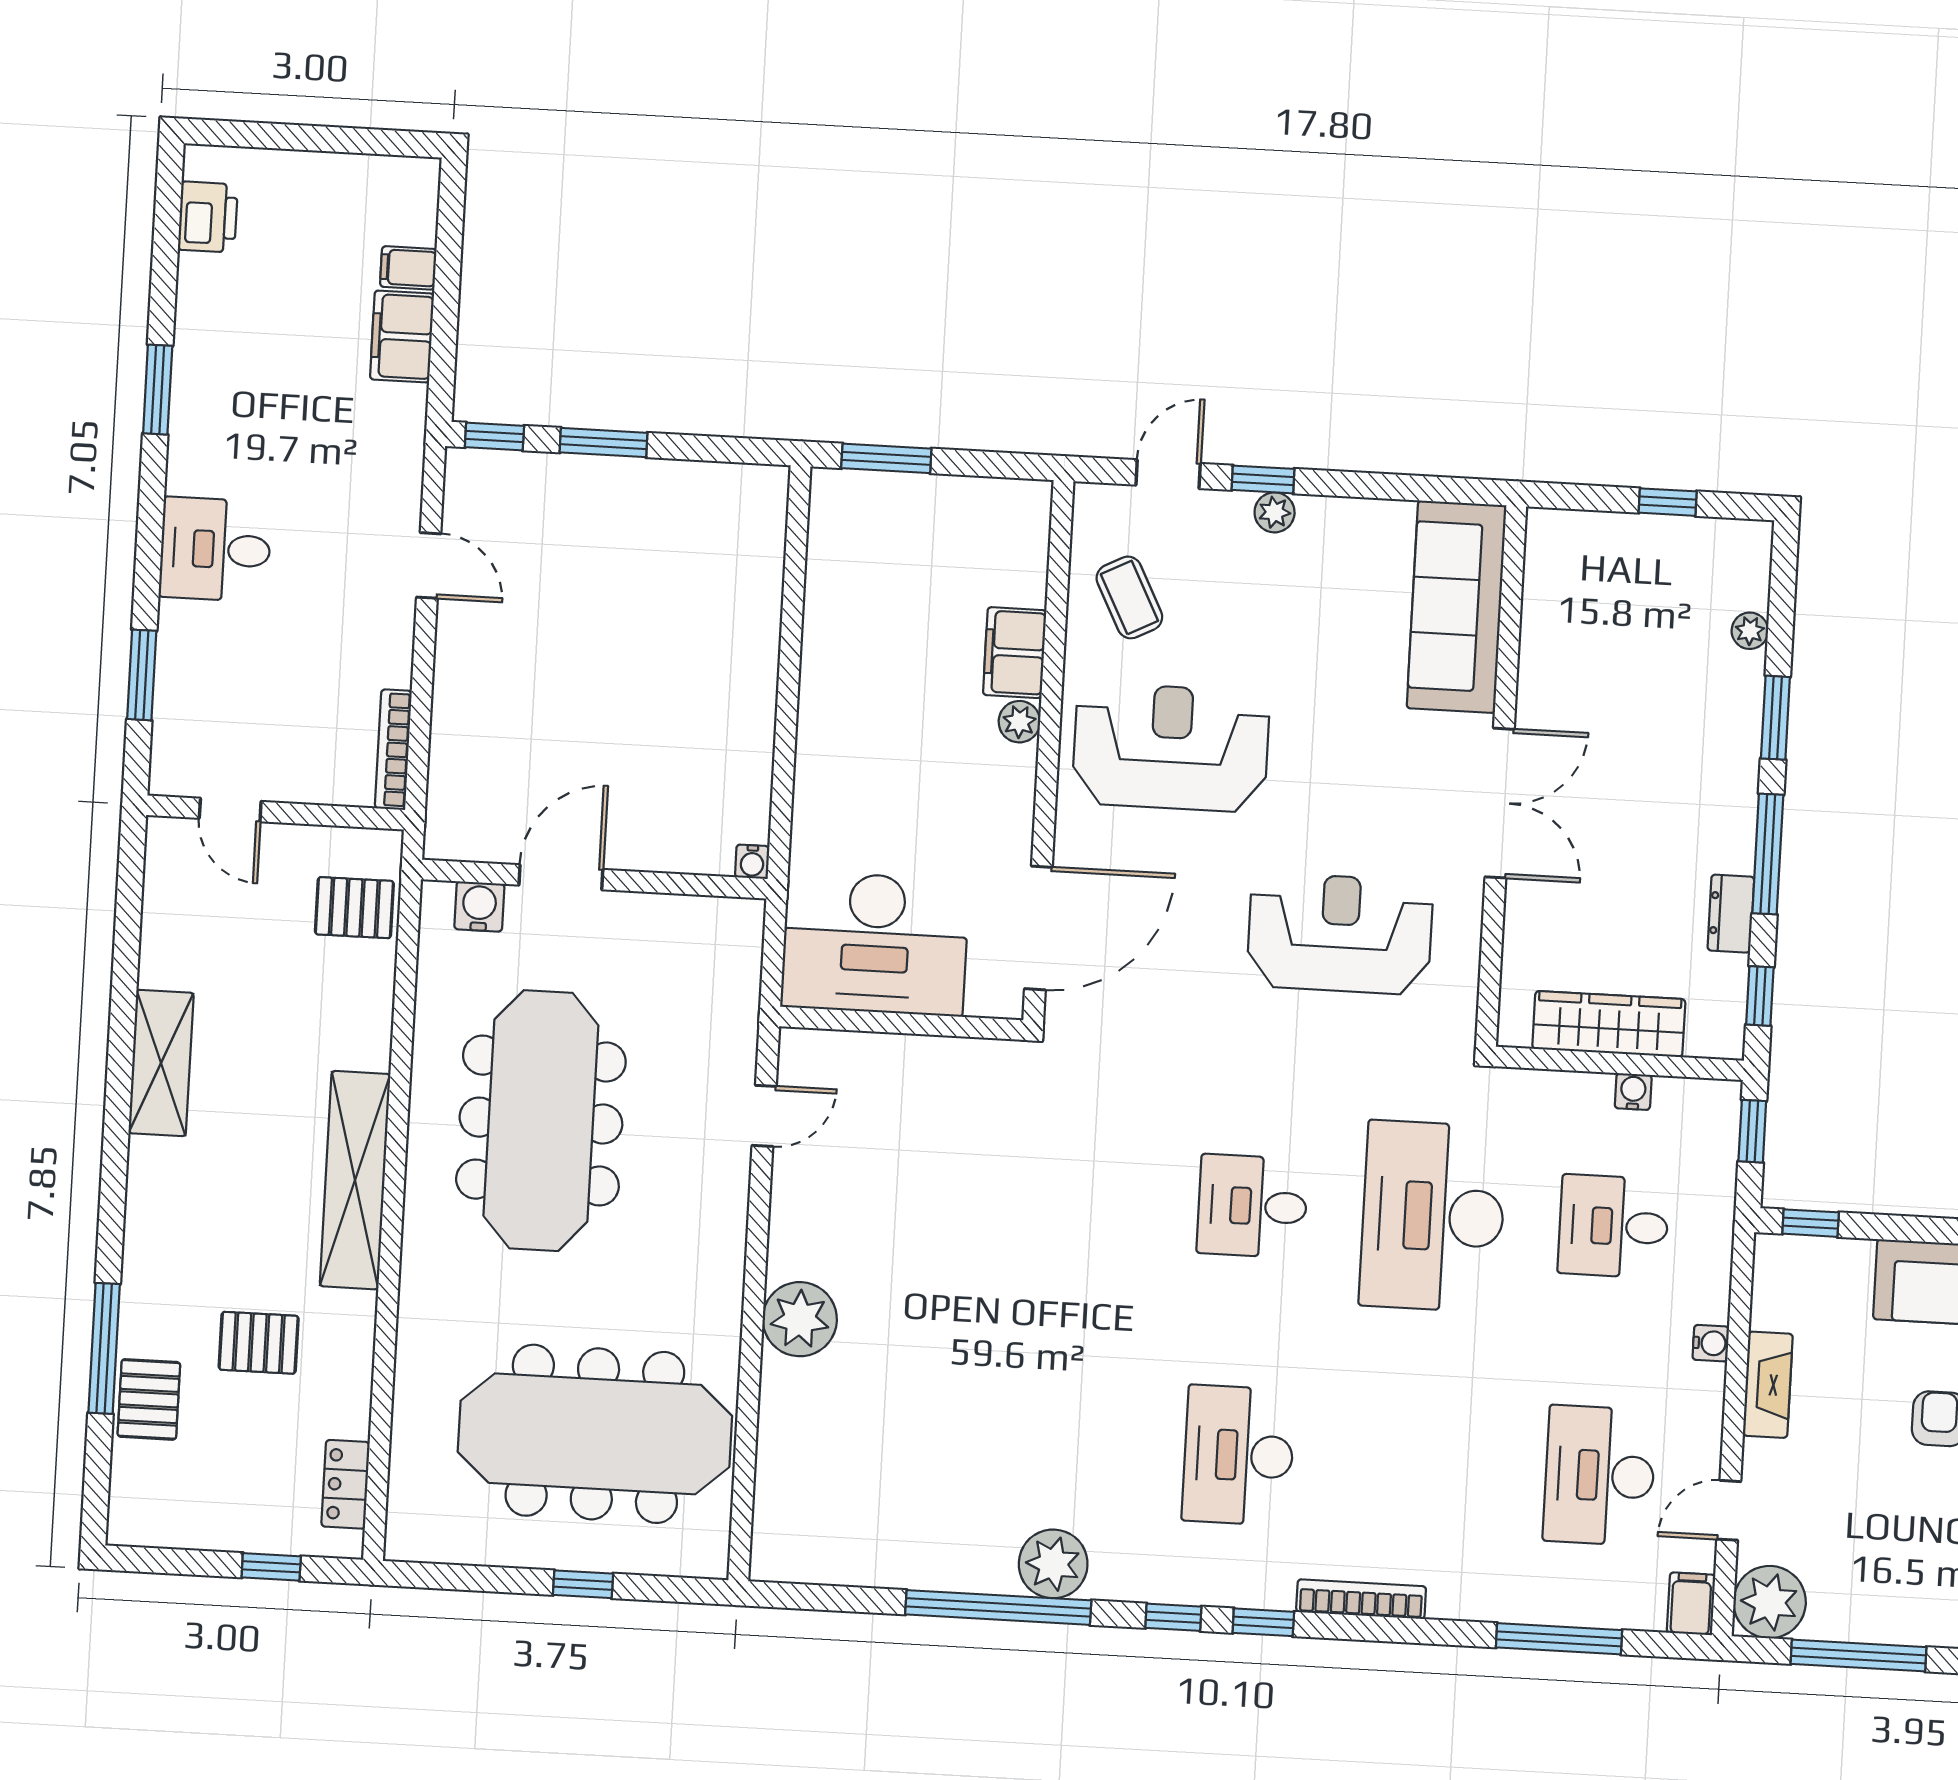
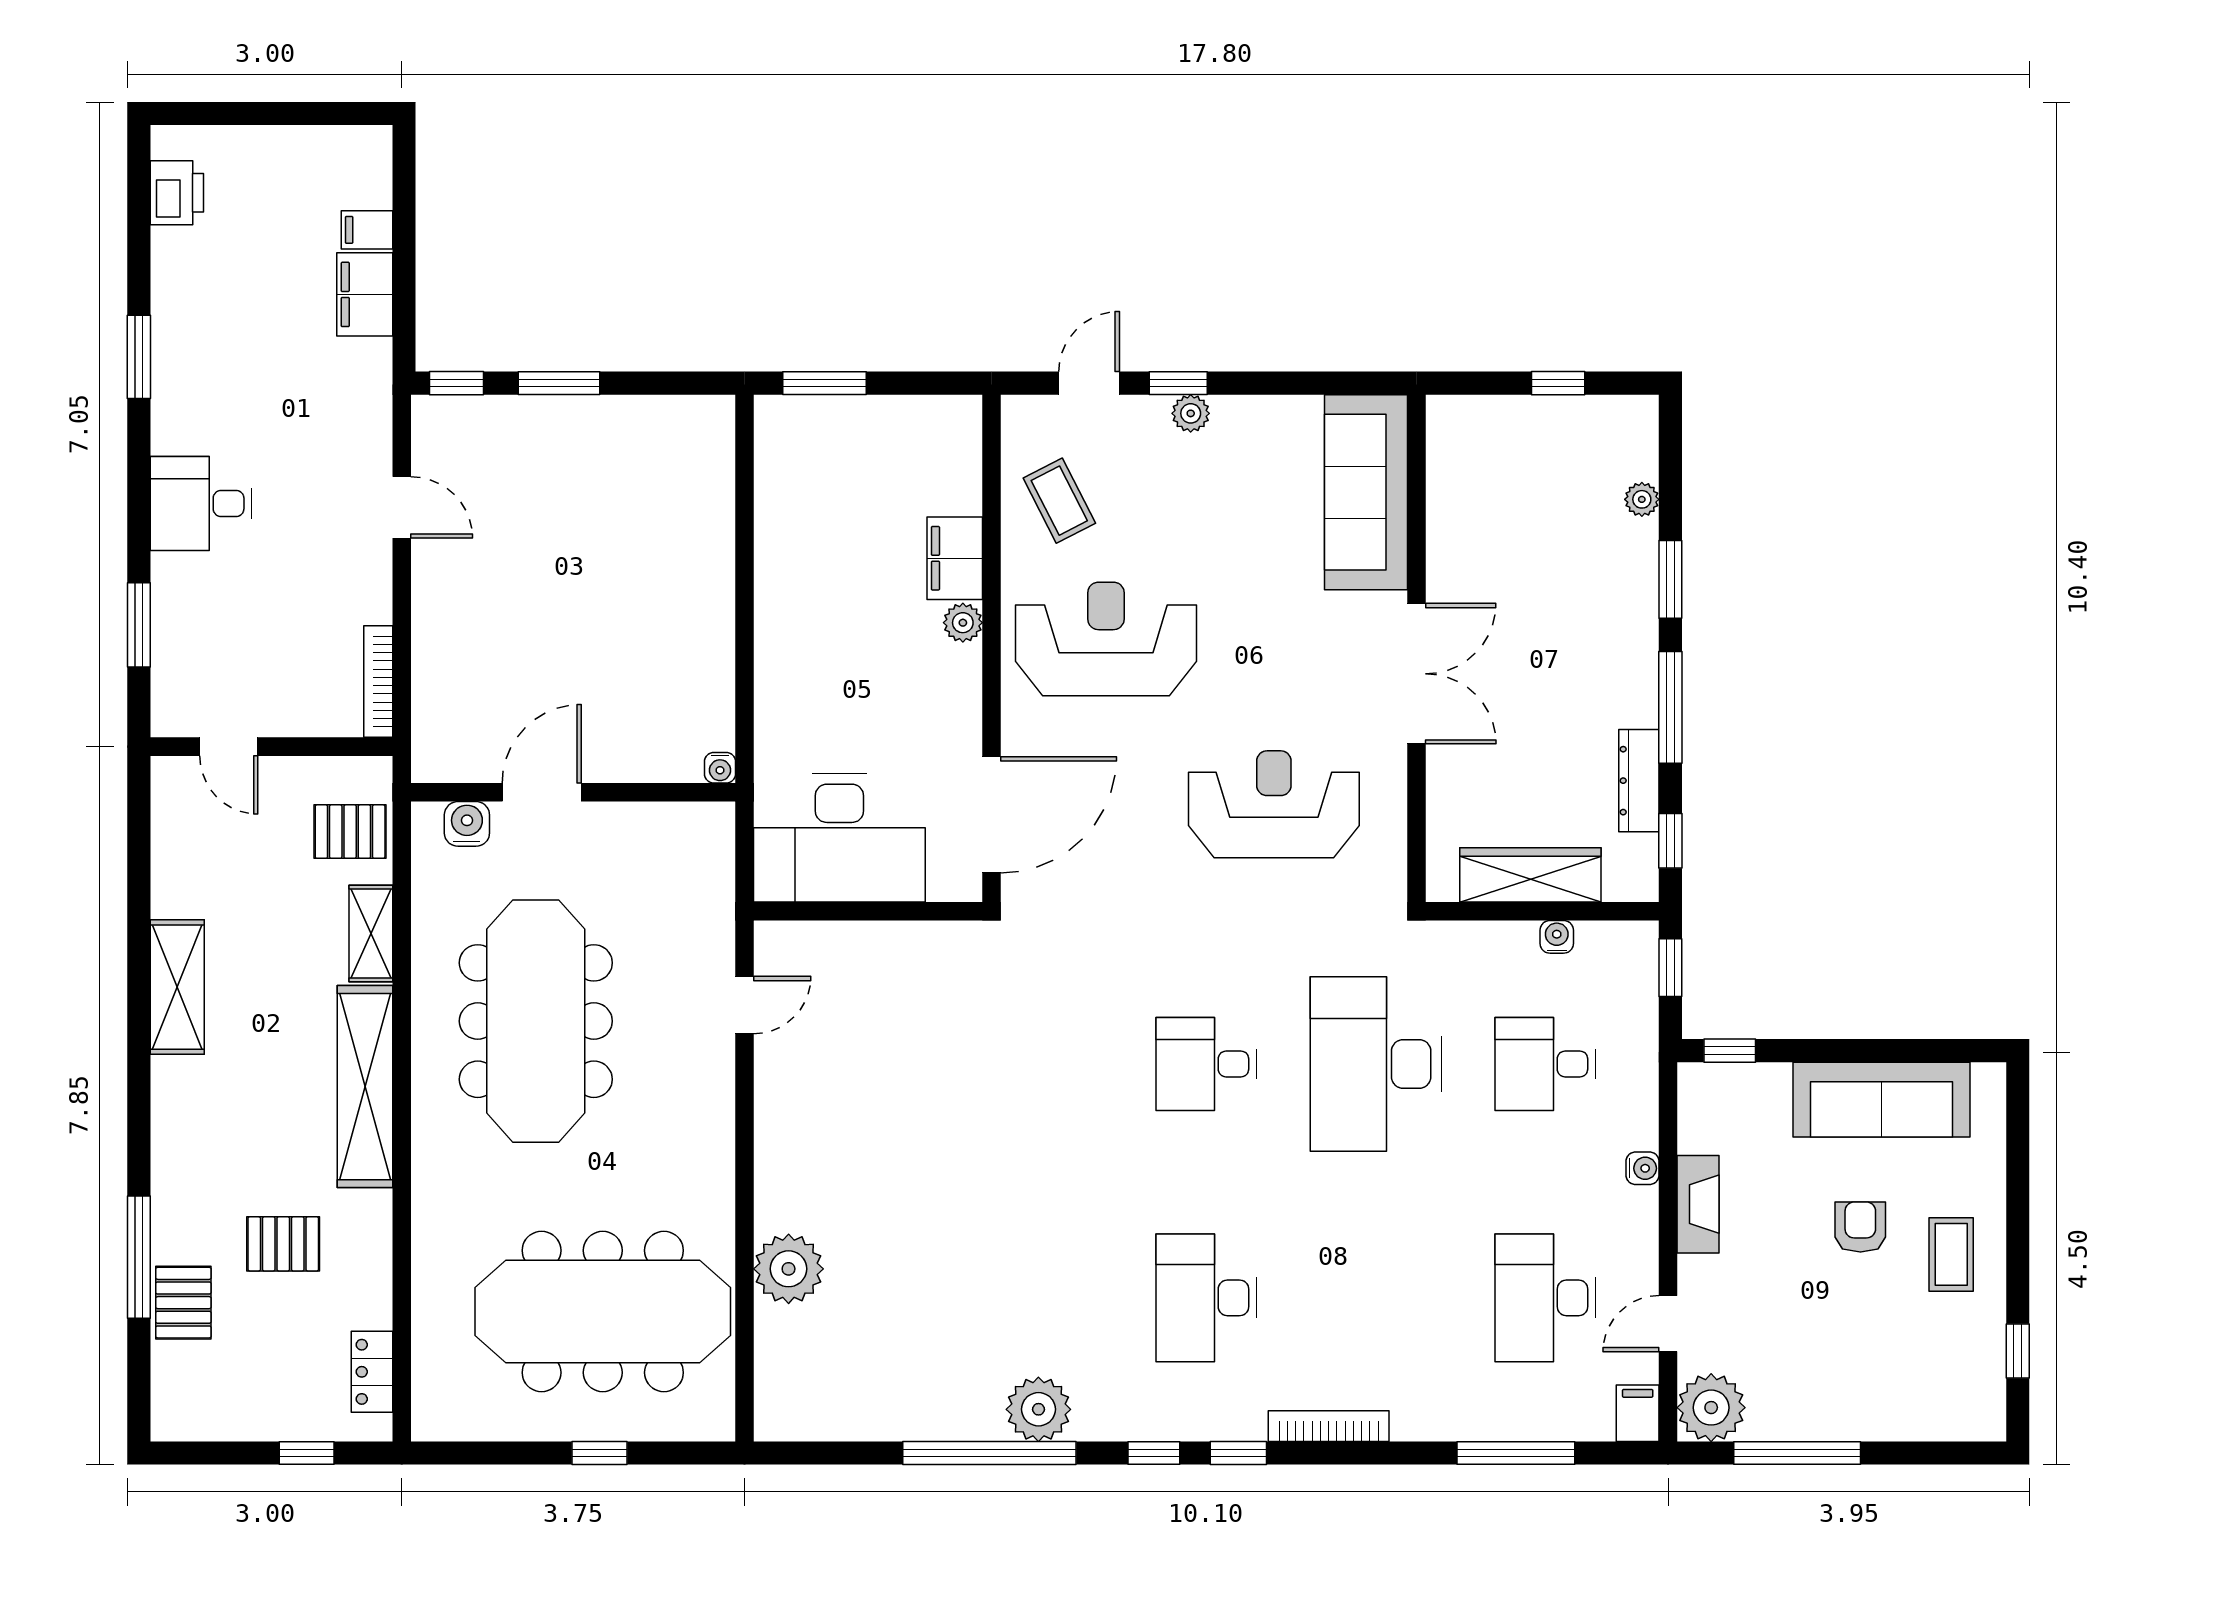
dresser: (1731, 914) -> (1639, 781), width x1.44
shelving: (370, 1017) -> (371, 933), added
plant: (800, 1319) -> (789, 1269), moved

